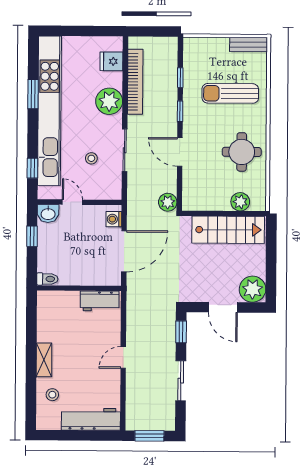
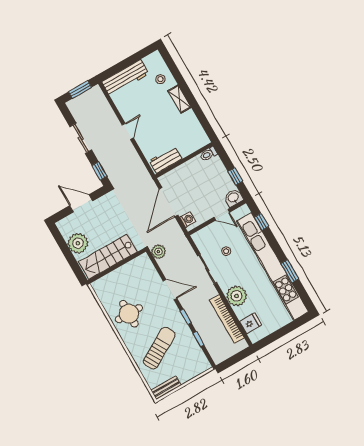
sun lounger: (230, 93) -> (159, 348), turned -30
plant: (240, 202) -> (111, 280), removed
plant: (253, 289) -> (78, 243), moved

